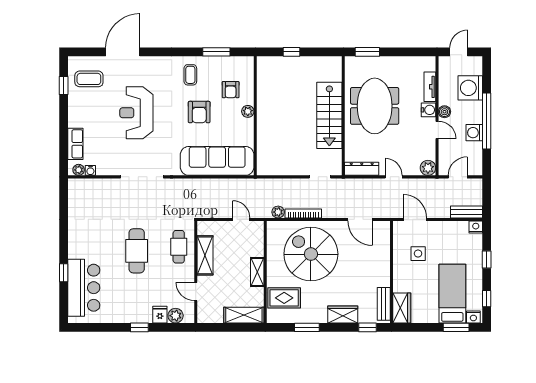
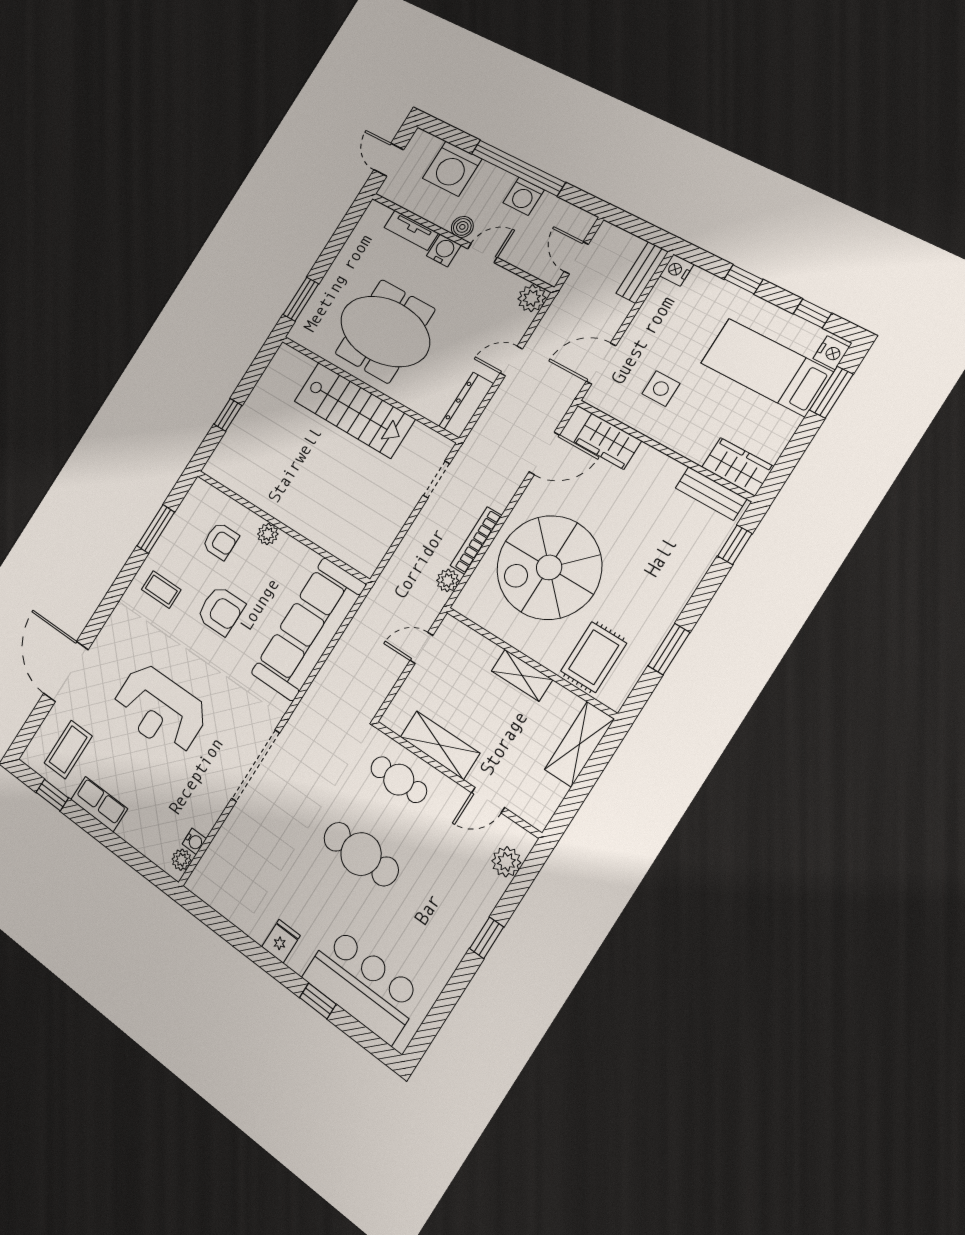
row of seats: (75, 144) -> (99, 804), moved
wardrobe: (343, 314) -> (608, 441), moved, turned -90
fridge: (160, 315) -> (281, 941), moved, turned 90

